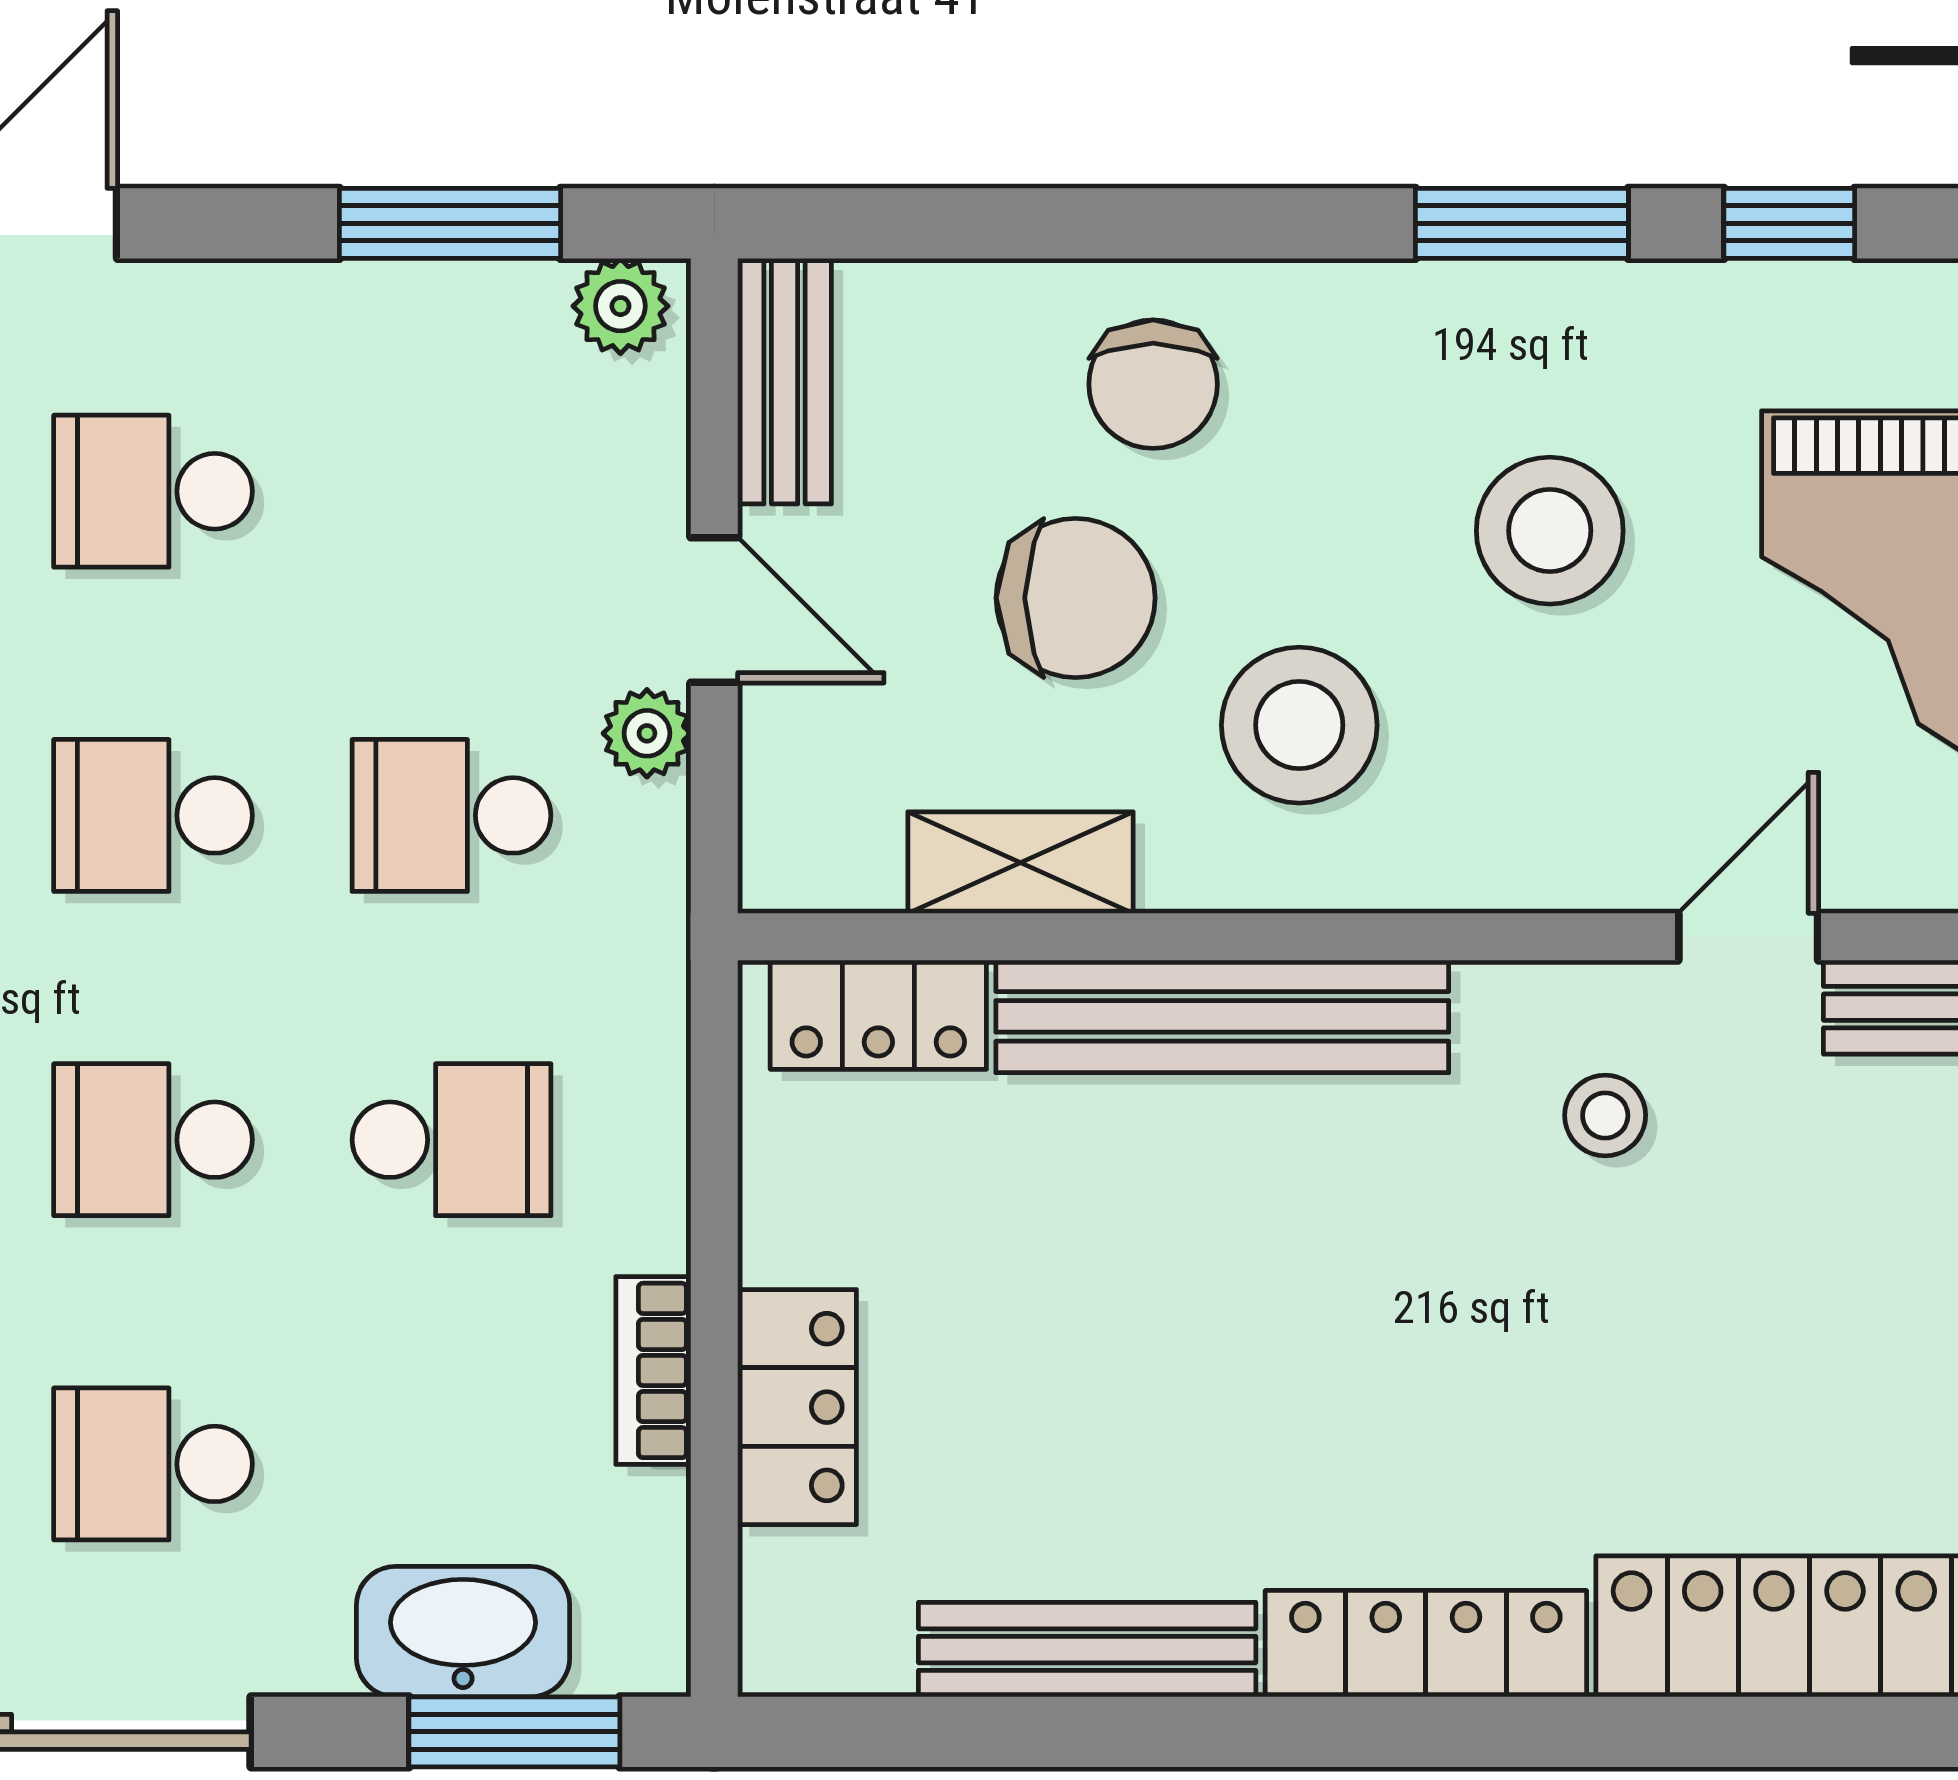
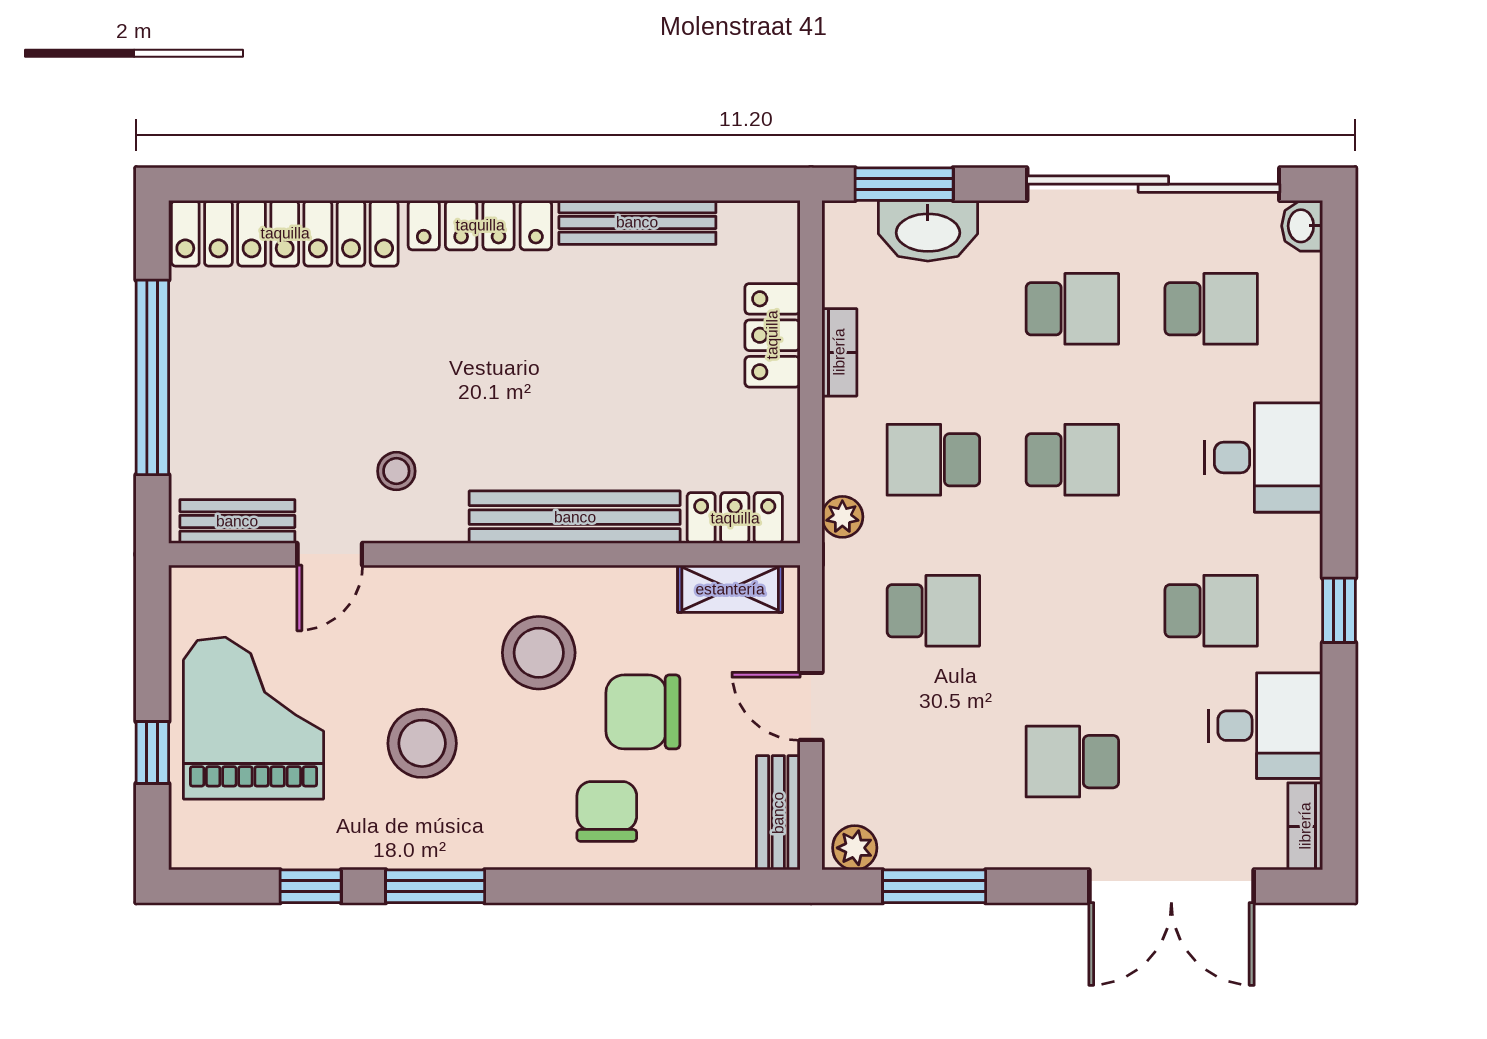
school desk: (153, 491) -> (1072, 762), turned 180
plant: (647, 733) -> (842, 517), moved
school desk: (153, 815) -> (1072, 611), removed
shelving: (1020, 863) -> (730, 589), moved

